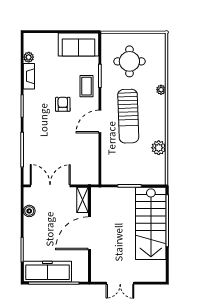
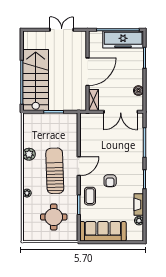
sofa: (78, 45) -> (103, 231), width x1.36
plant: (159, 148) -> (29, 154), moved

